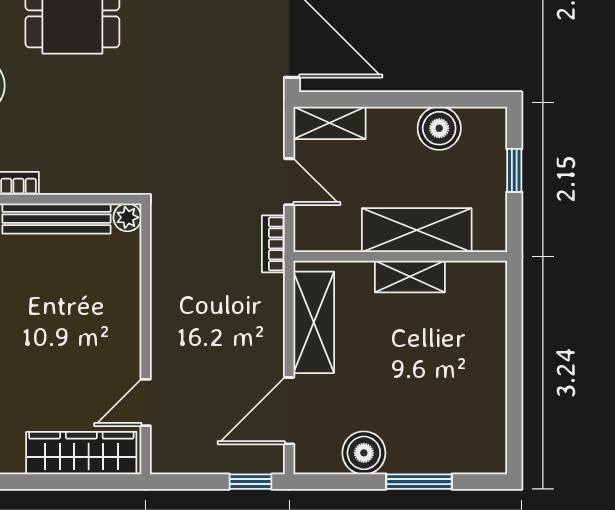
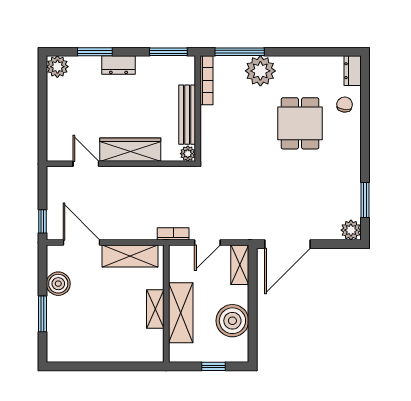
boiler: (439, 128) -> (232, 321), width x1.37, depth x1.37
wardrobe: (81, 453) -> (130, 150), moved, turned -90

